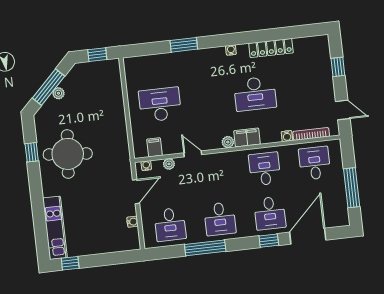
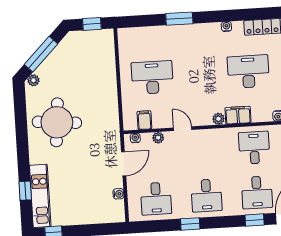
plant: (58, 93) -> (33, 80), moved
desk: (255, 94) -> (248, 72), turned 180
window: (32, 152) -> (25, 191), moved
window: (205, 248) -> (190, 224), width x0.46

